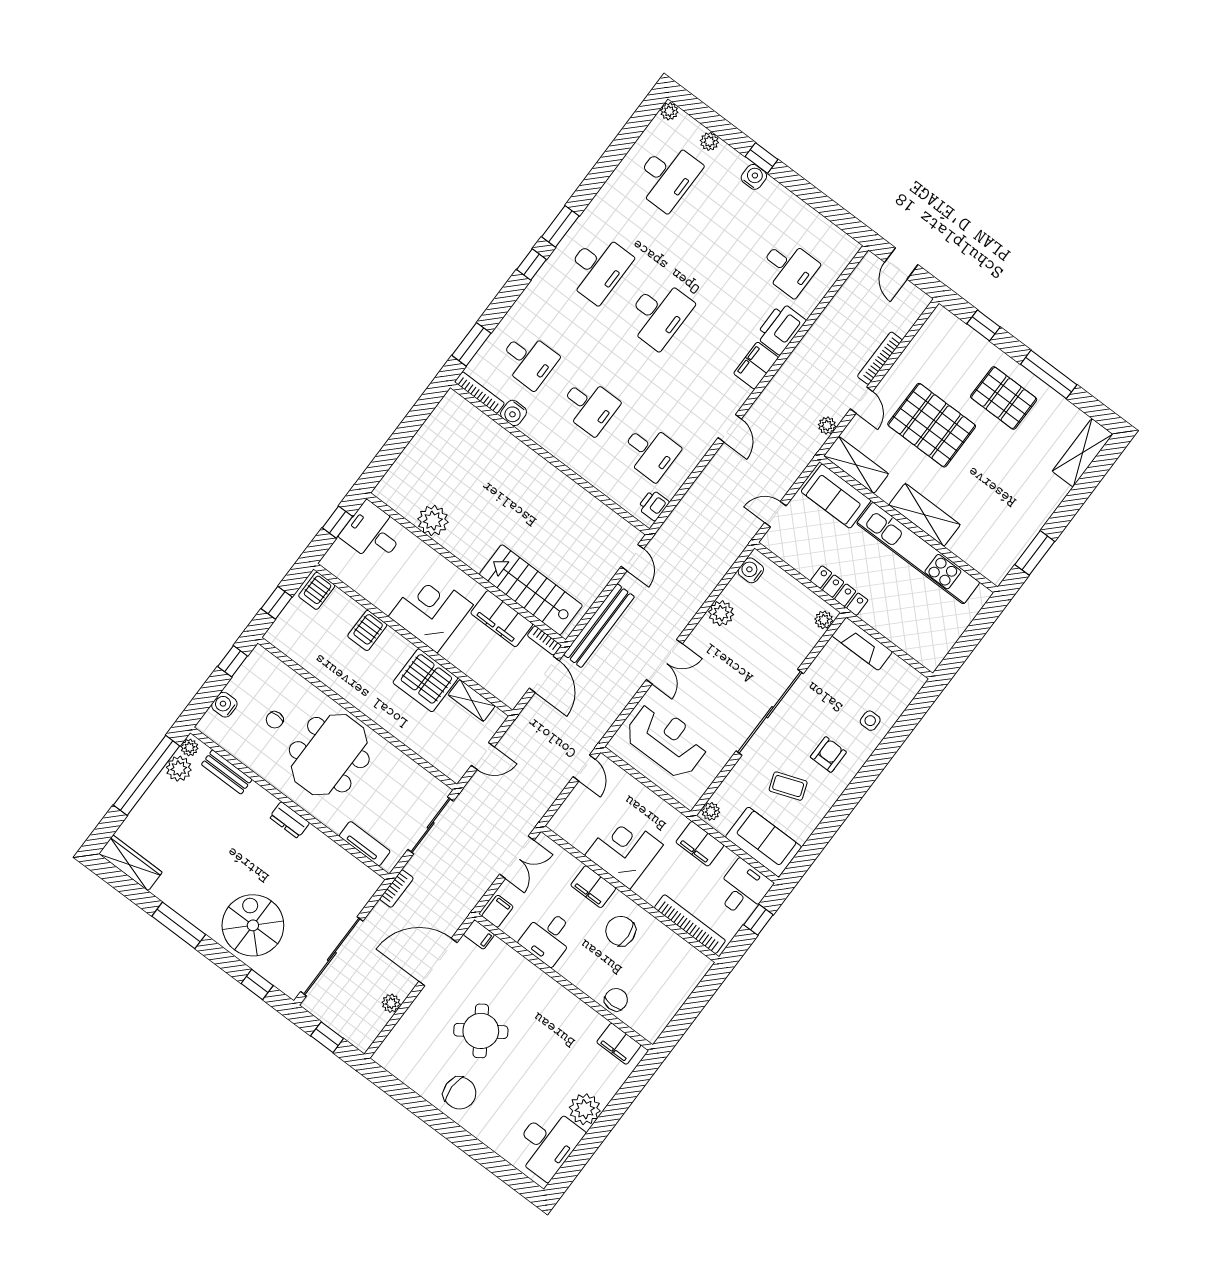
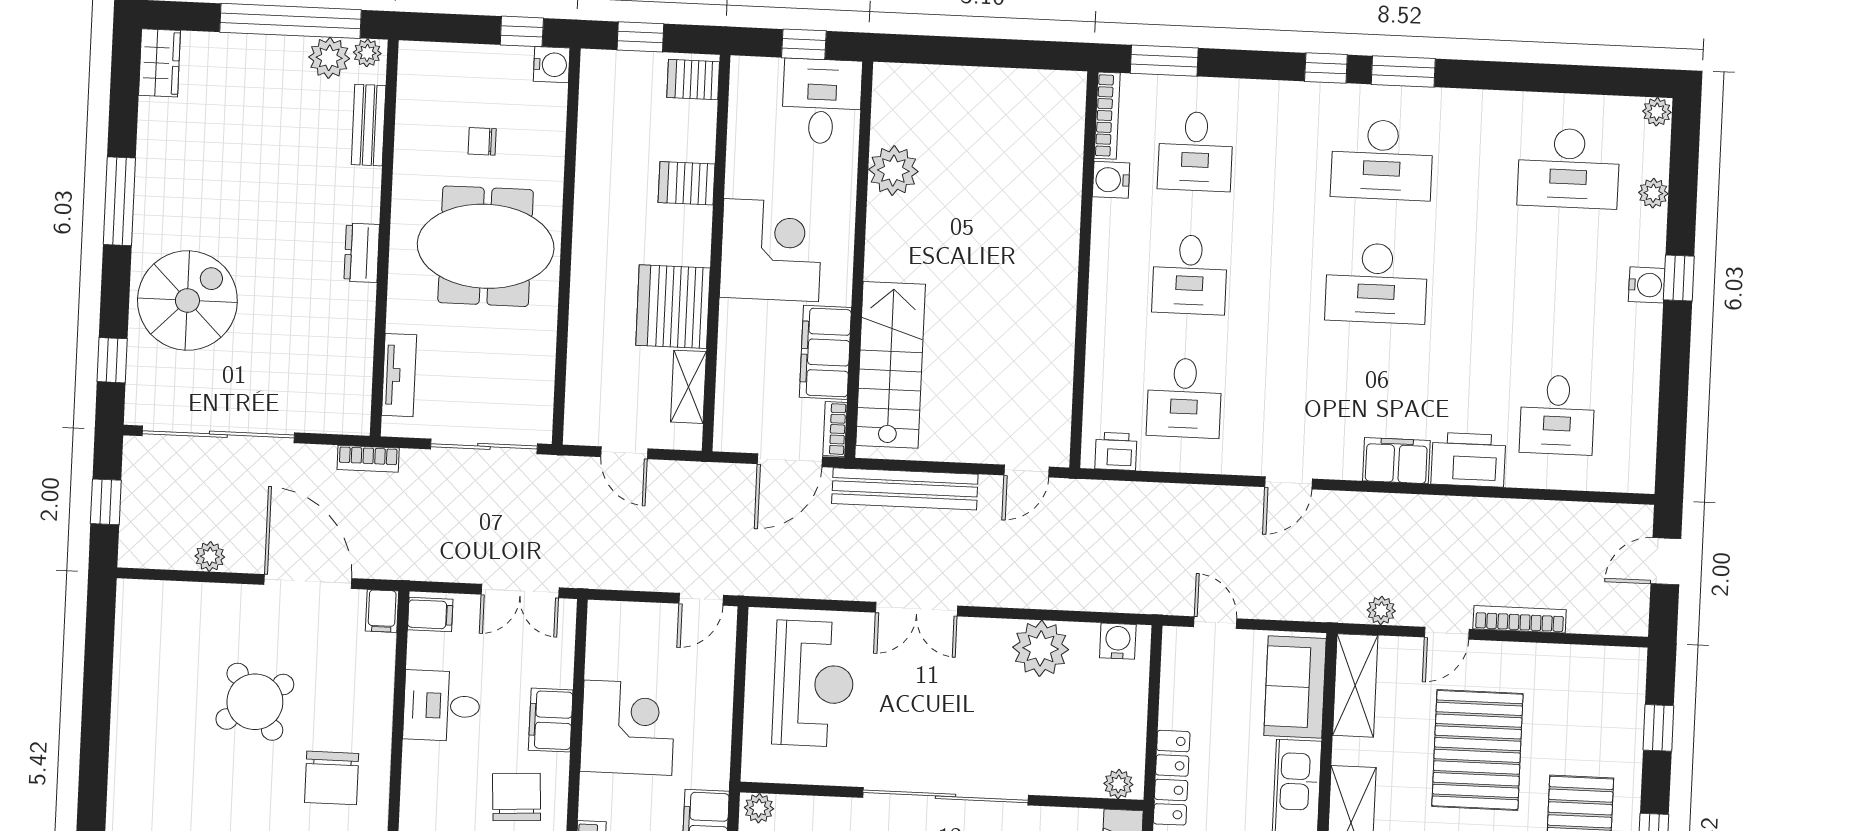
plant: (721, 613) -> (1041, 648), width x1.36, depth x1.36
water cooler: (224, 705) -> (552, 65), moved, turned 90
wardrobe: (130, 863) -> (159, 63), width x0.67
chair: (460, 1093) -> (332, 778), moved

